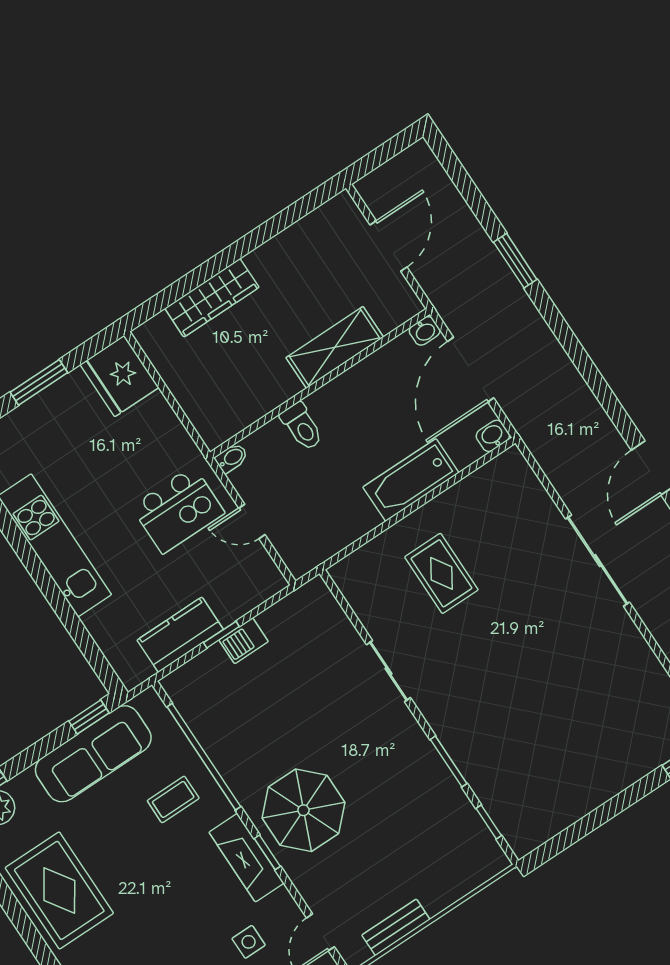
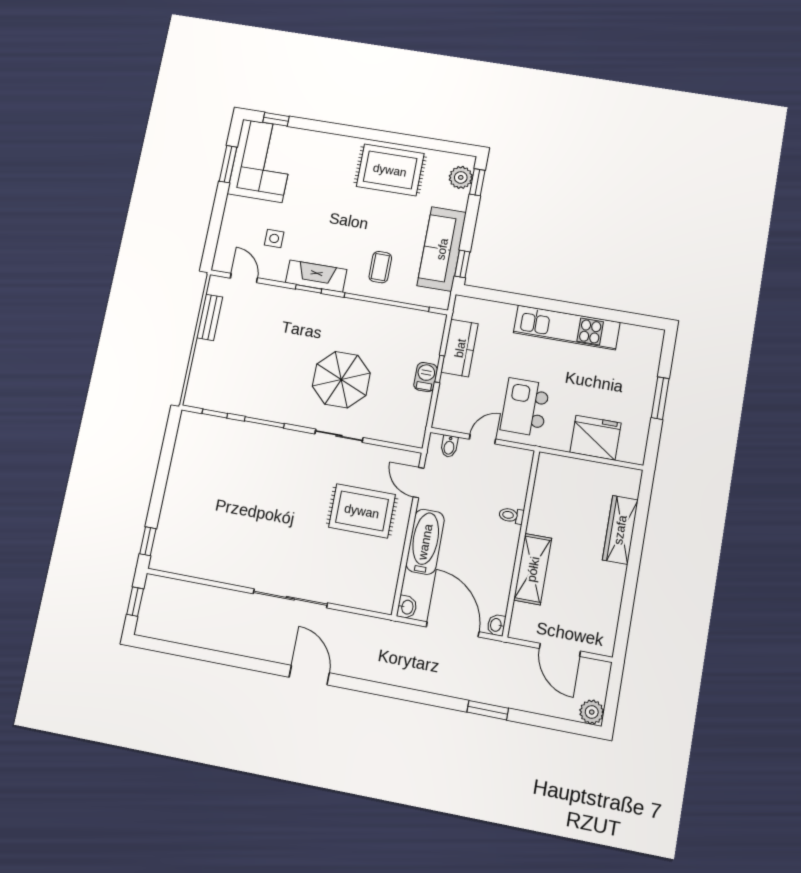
plant: (419, 159) -> (592, 712), added
fridge: (119, 376) -> (595, 438), moved
toilet: (302, 426) -> (511, 515), width x0.73, depth x0.72
bidet: (232, 458) -> (449, 446), moved
door: (358, 544) -> (419, 483), added
rug: (441, 573) -> (362, 511), width x1.36, depth x1.43
parasol: (303, 810) -> (341, 380), moved

